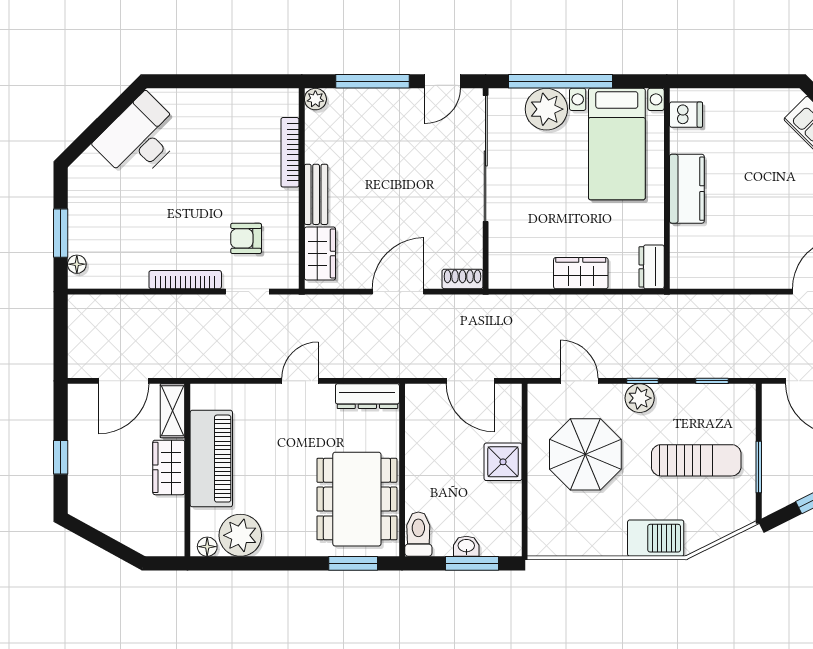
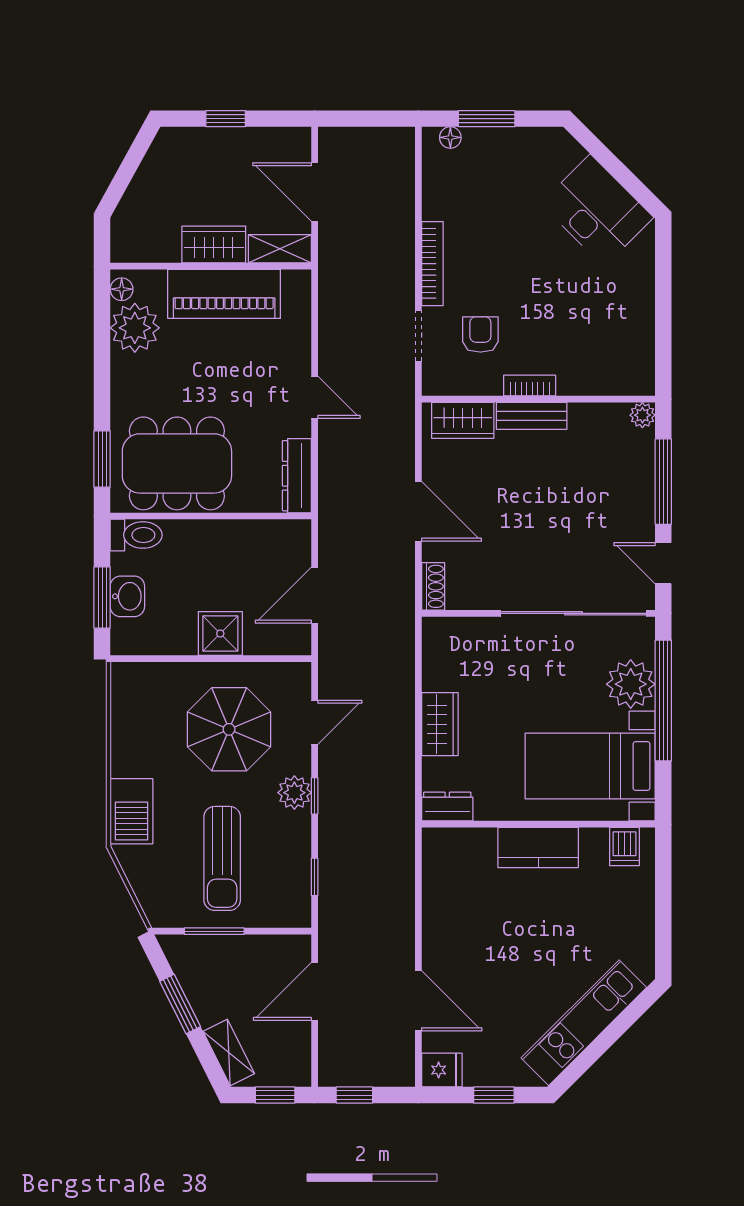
bookcase: (290, 152) -> (530, 386), moved, width x0.64
washbasin: (466, 546) -> (127, 596), width x1.38, depth x1.45

